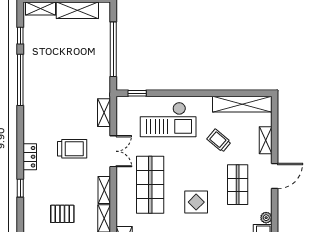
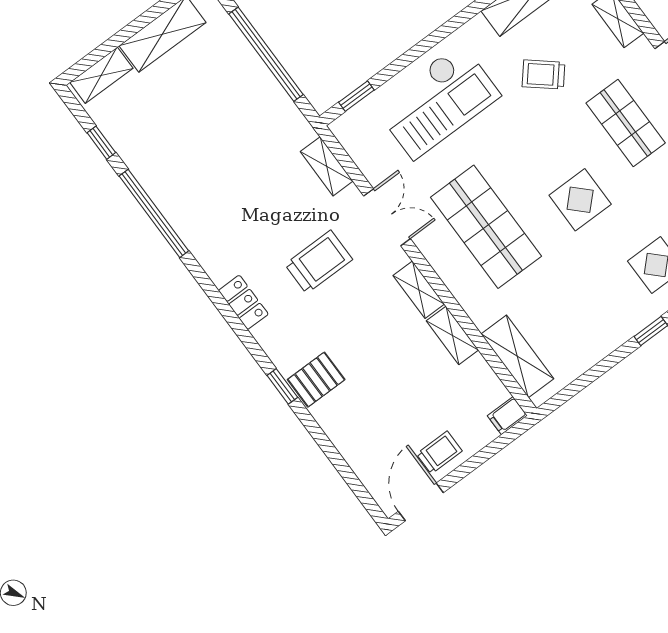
locker: (30, 157) -> (243, 302), moved
pallet: (62, 214) -> (316, 380), moved

